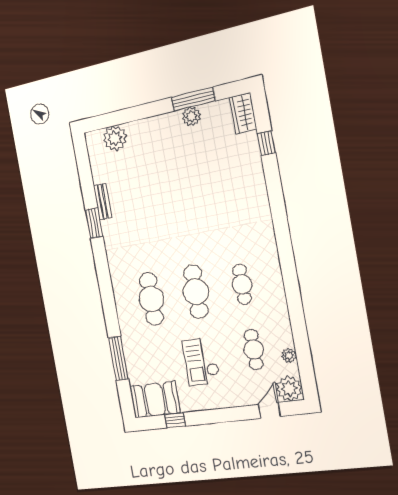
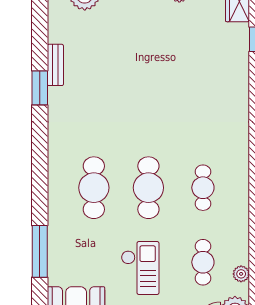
checkout: (201, 361) -> (140, 268), turned 180

